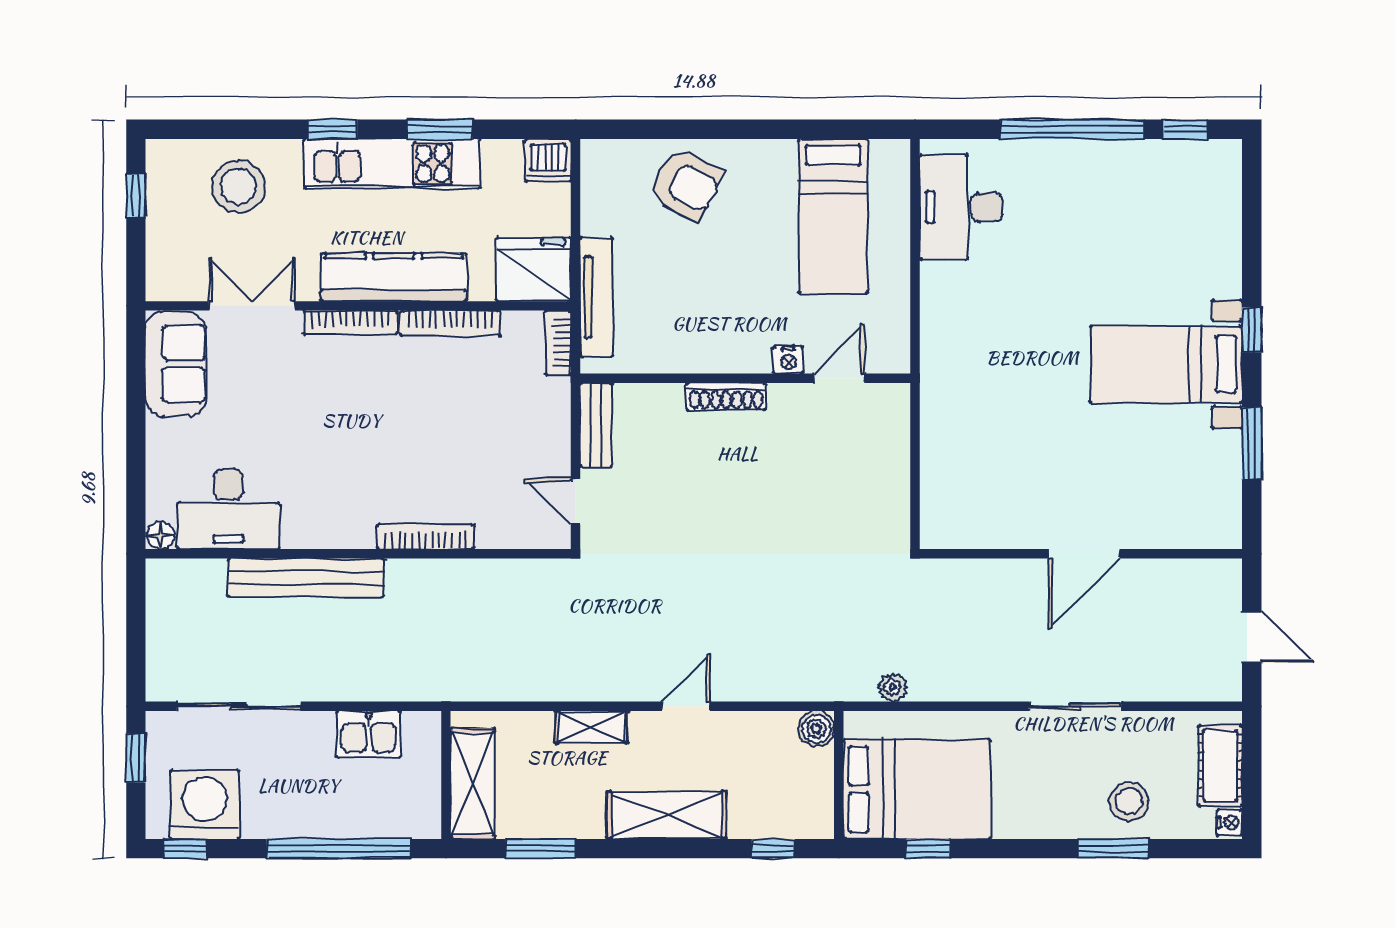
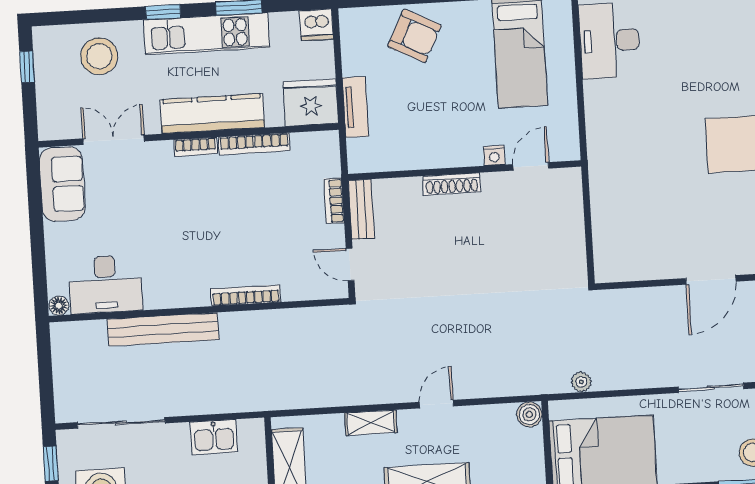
tv unit: (596, 297) -> (355, 107), width x0.71
bookcase: (350, 322) -> (196, 147), width x0.64
bookcase: (558, 343) -> (334, 201), moved

